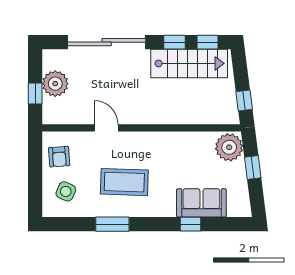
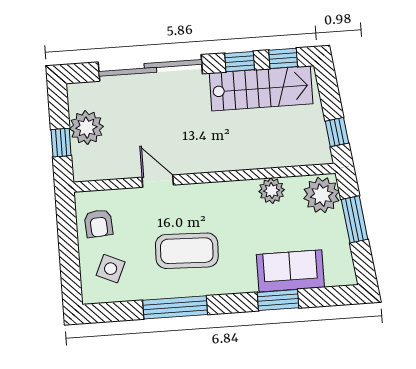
plant: (192, 141) -> (272, 191), added
window: (253, 167) -> (355, 219), width x1.50
window: (112, 224) -> (175, 307), width x1.44
window: (191, 224) -> (278, 300), width x1.50

